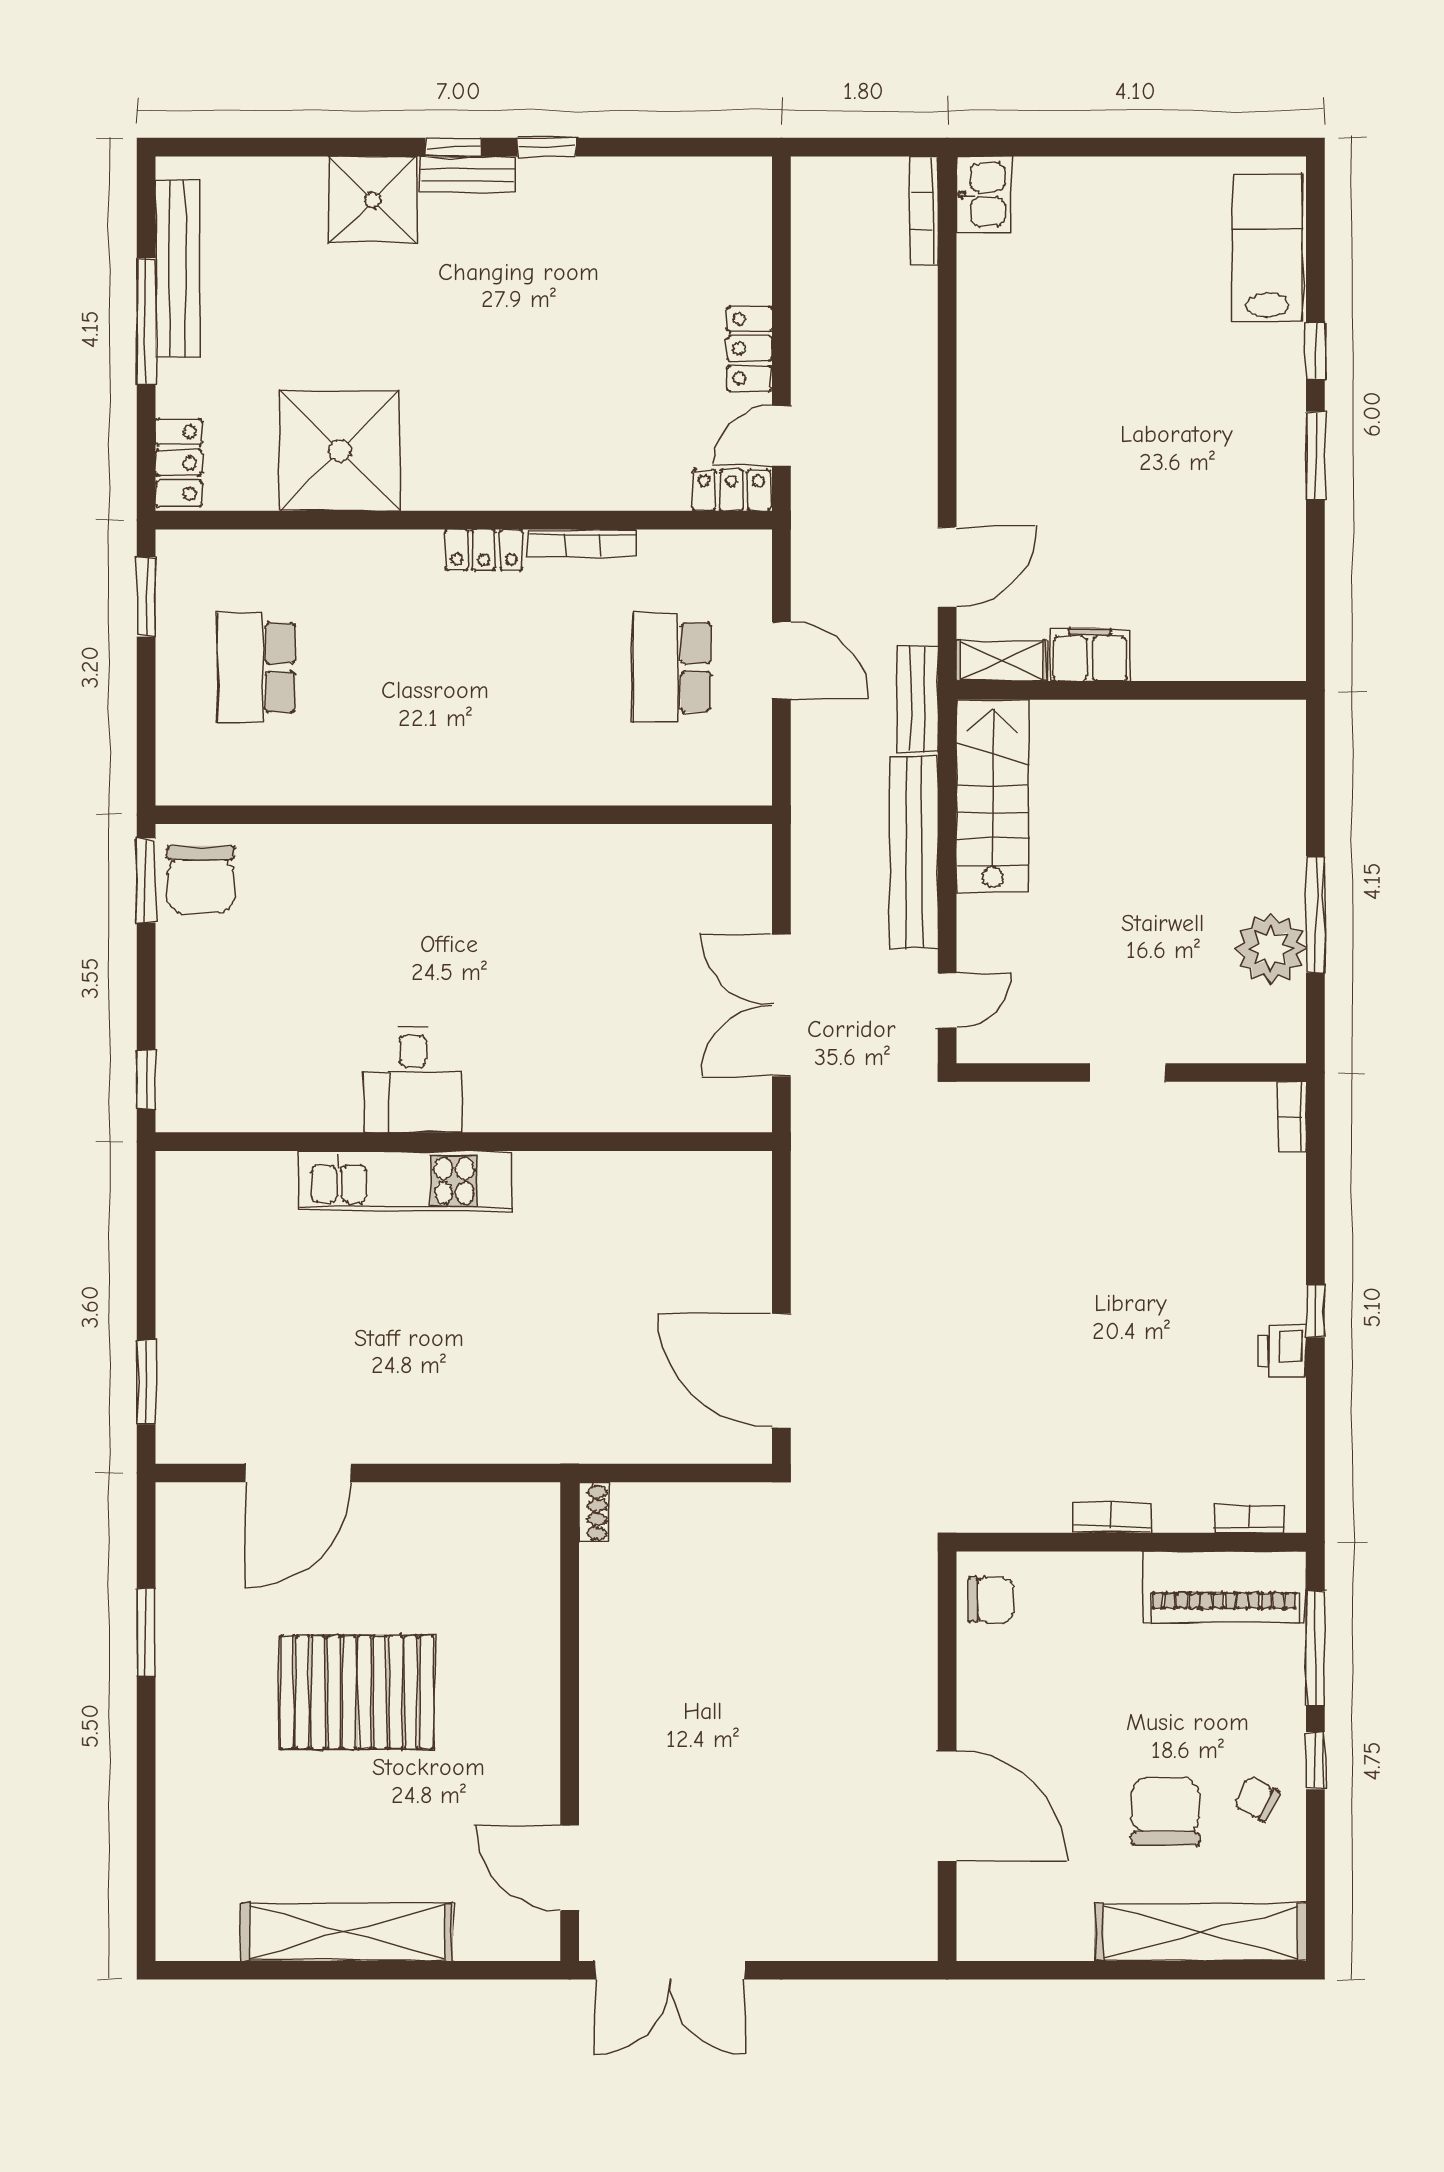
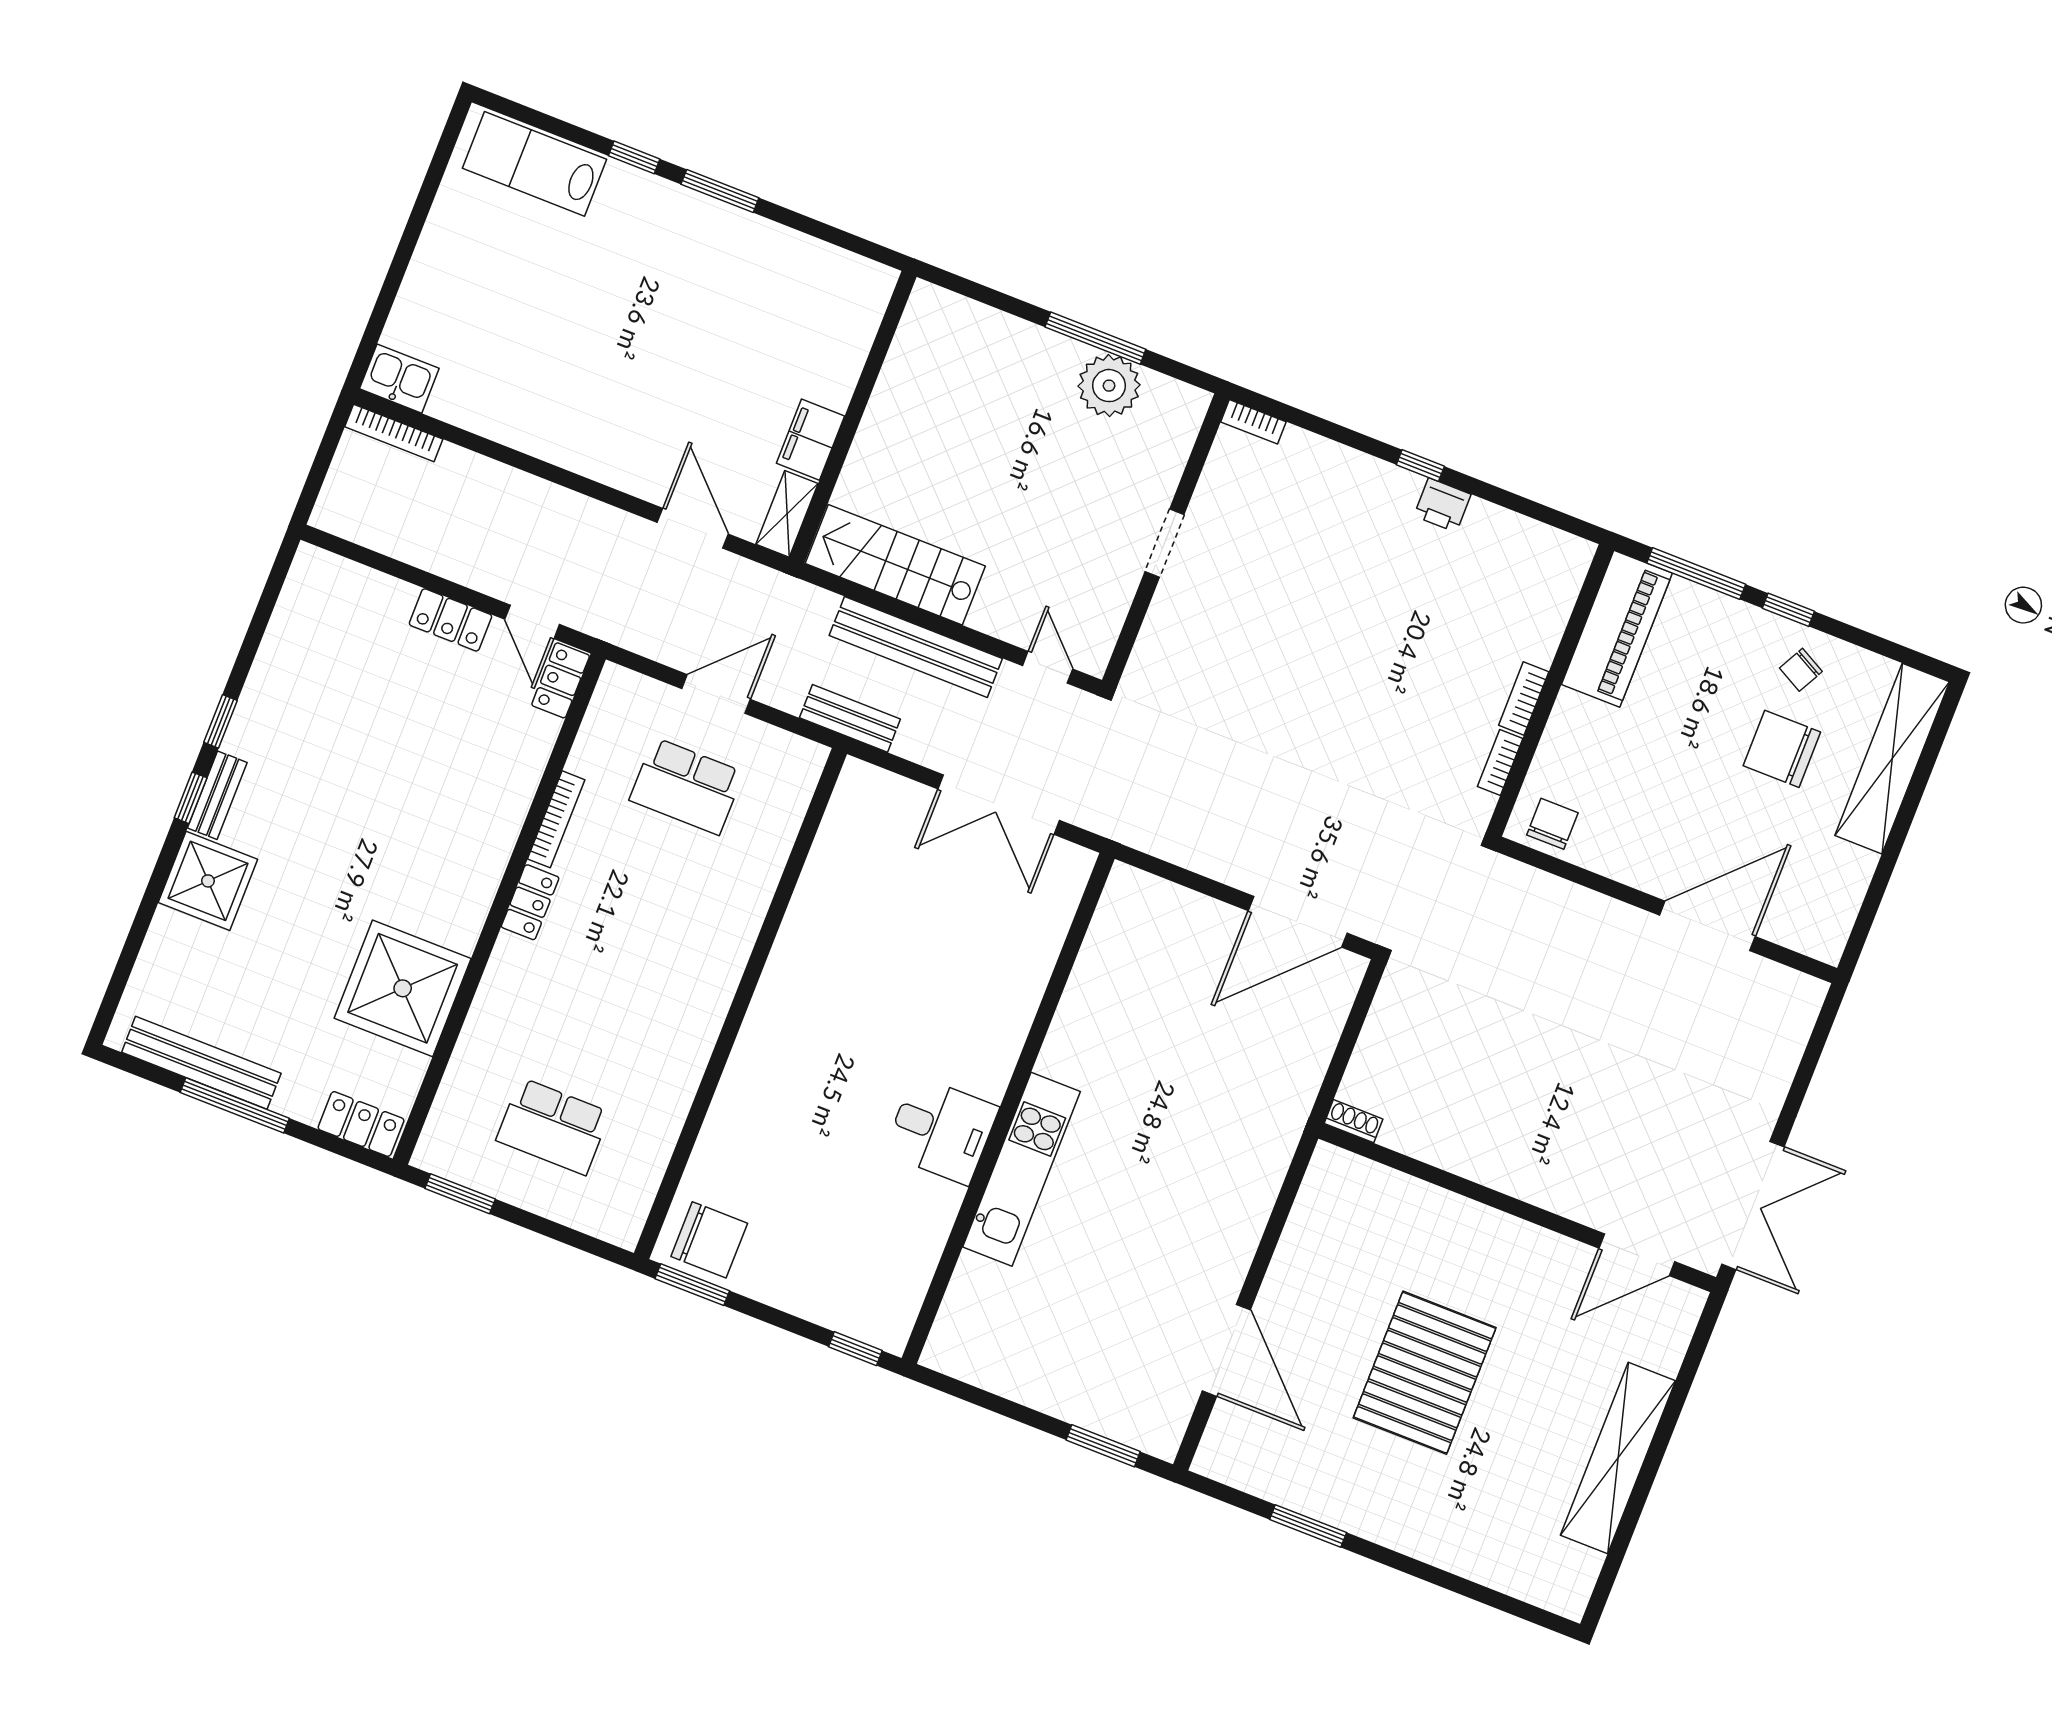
bench: (917, 699) -> (850, 718), moved
bookcase: (1249, 1519) -> (1500, 762), moved

